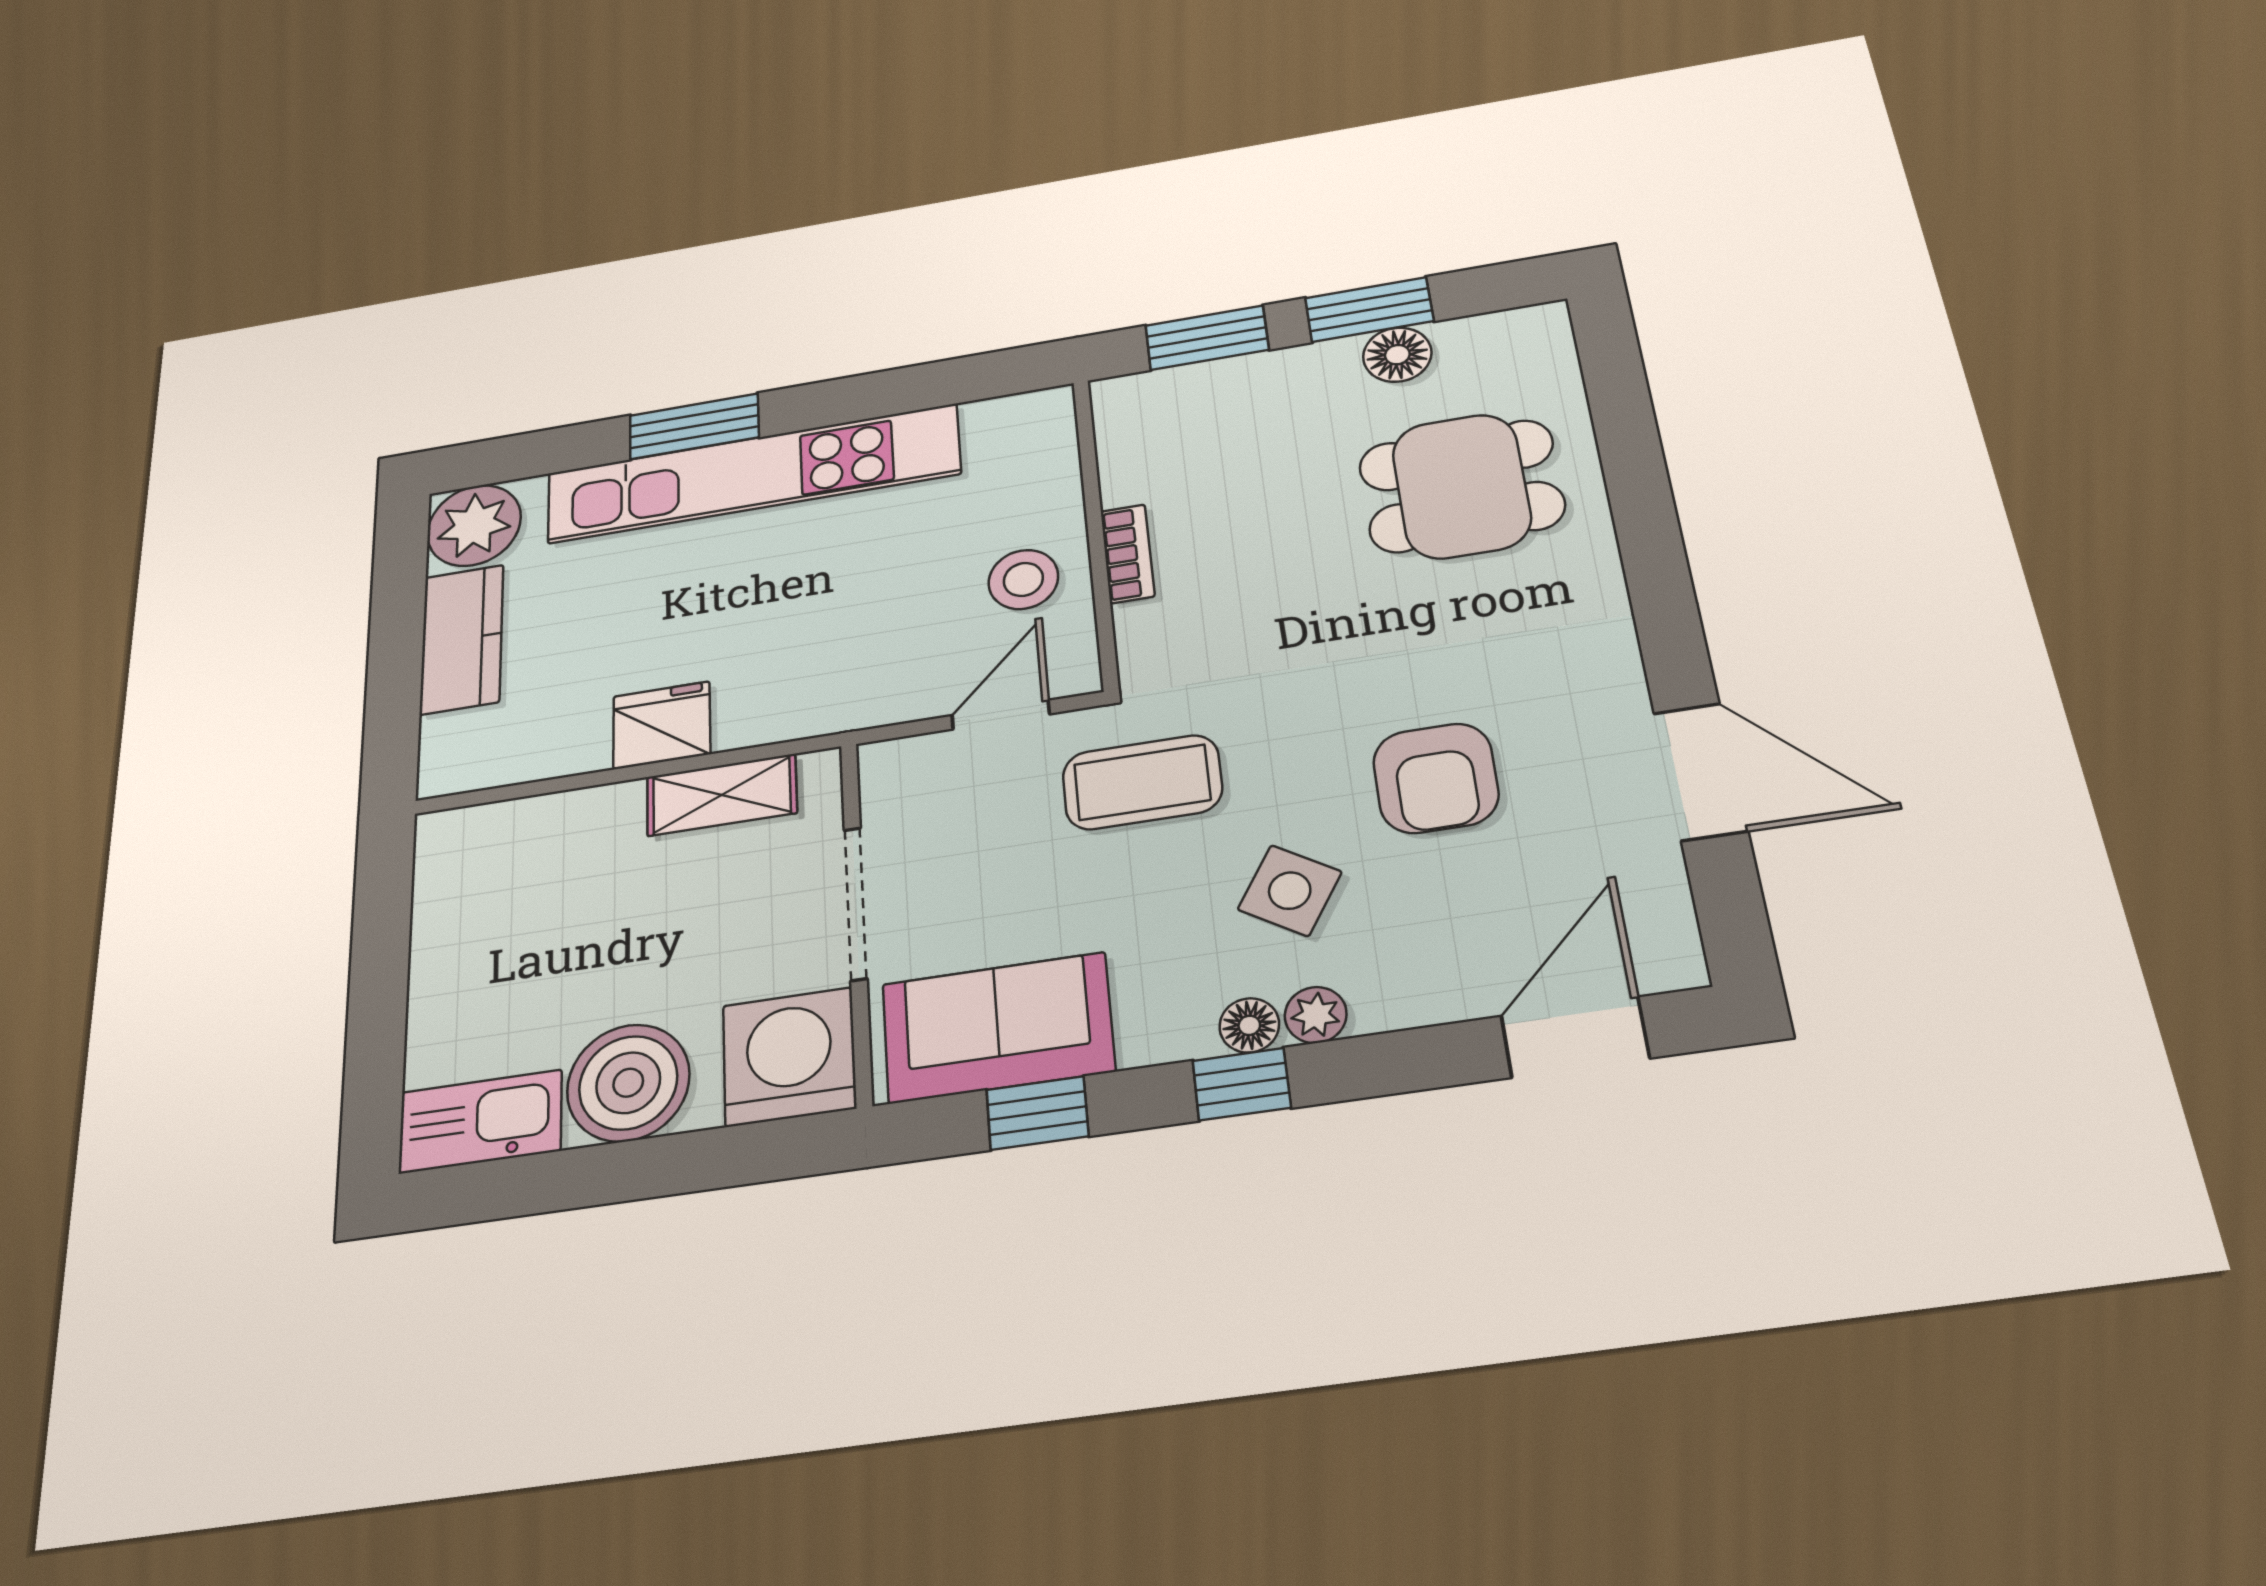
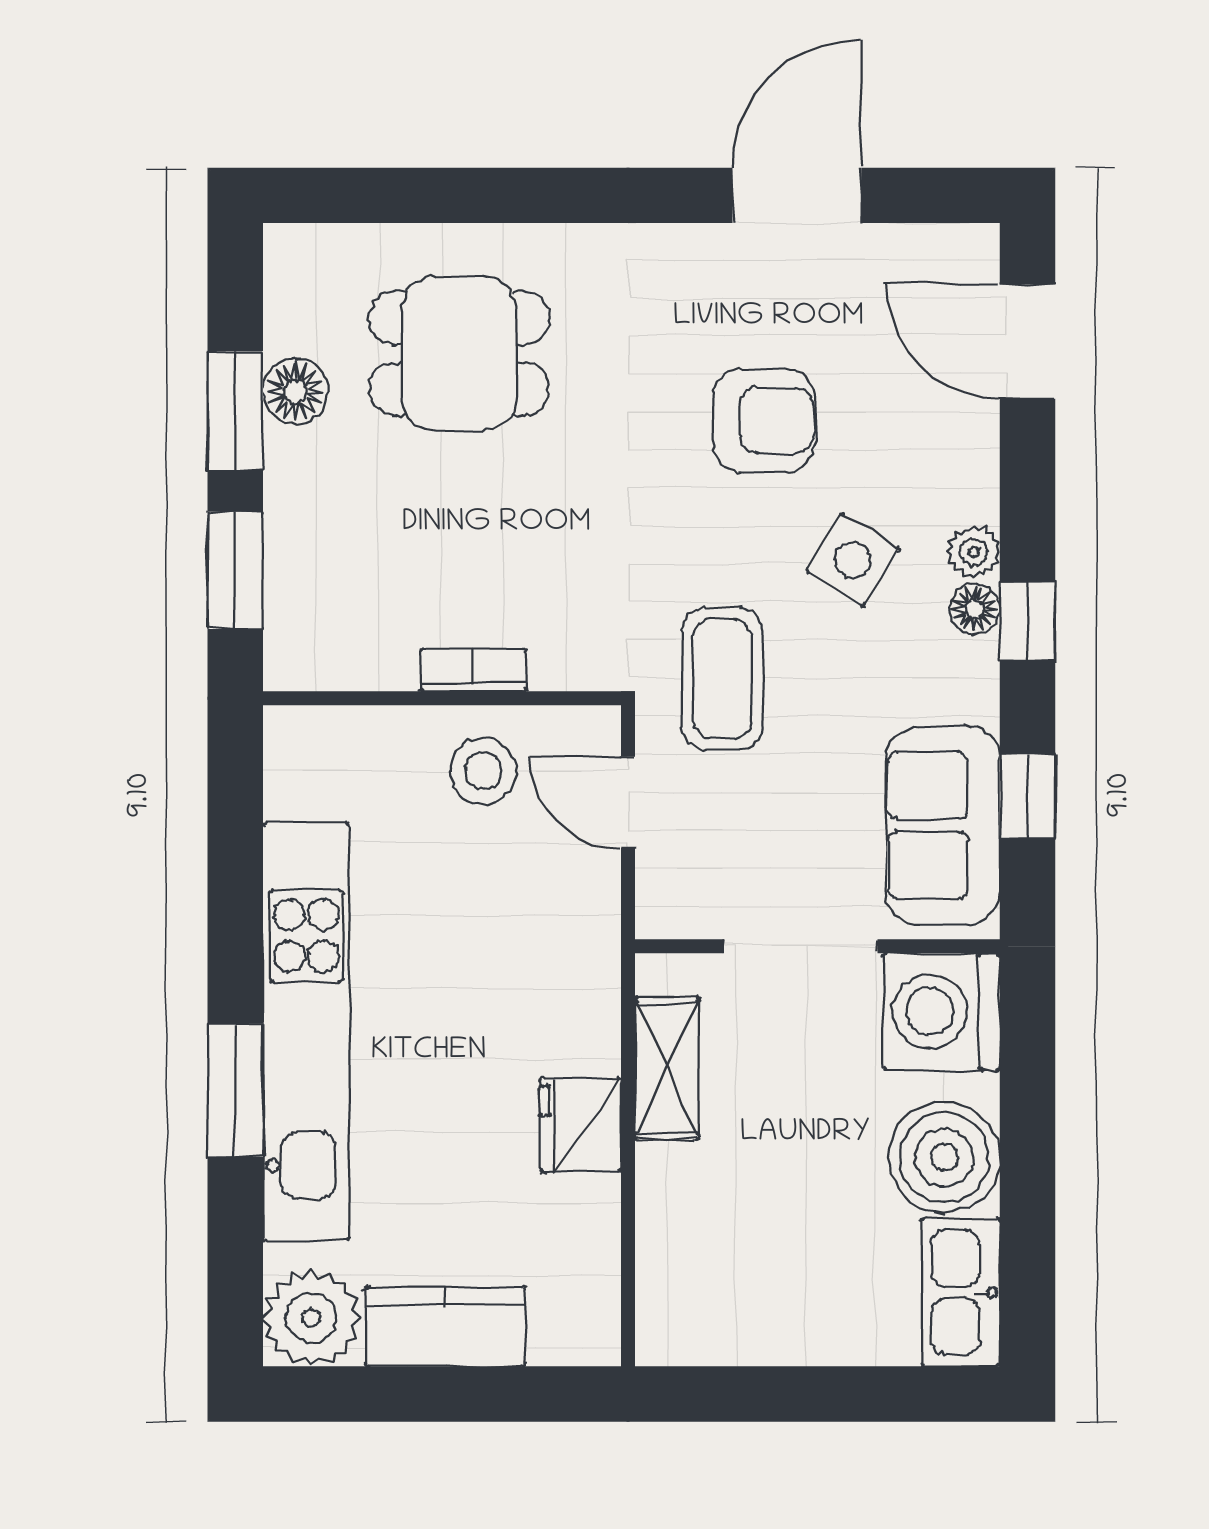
dining table: (1461, 486) -> (459, 353), turned 90

